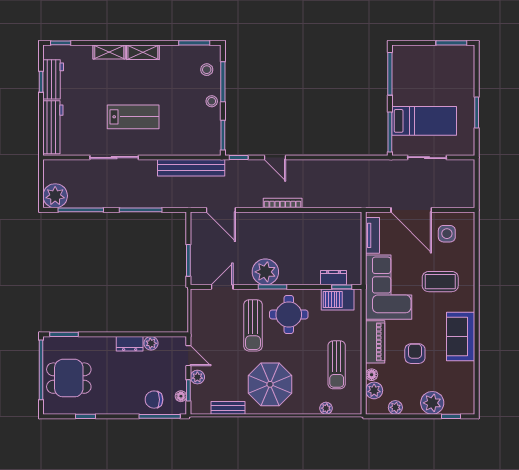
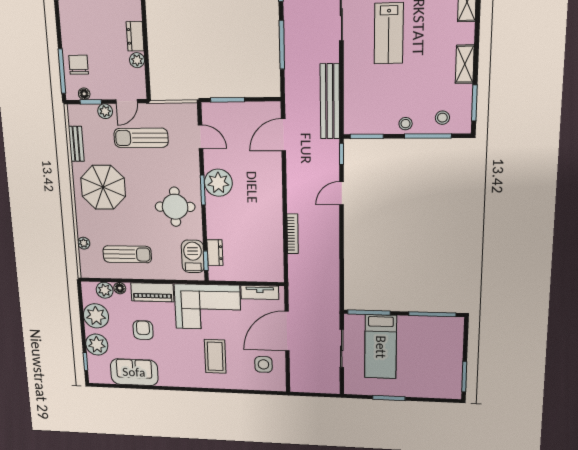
shelving: (143, 52) -> (465, 64), moved
bookcase: (283, 203) -> (293, 234), moved
sun lounger: (253, 325) -> (141, 138), moved
sofa: (461, 337) -> (134, 372), moved
armchair: (415, 354) -> (143, 330), turned -90
sun lounger: (337, 365) -> (127, 254), turned 180
plant: (395, 407) -> (96, 316), width x1.88, depth x1.88

